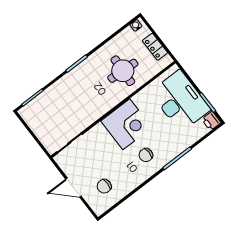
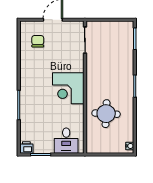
locker: (155, 47) -> (106, 148), removed
desk: (180, 101) -> (66, 141), width x0.53, depth x0.77
chair: (146, 155) -> (37, 85), removed

